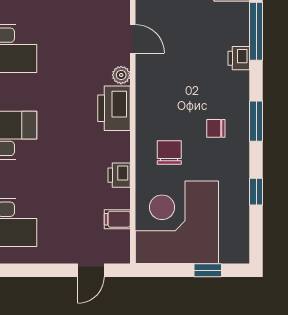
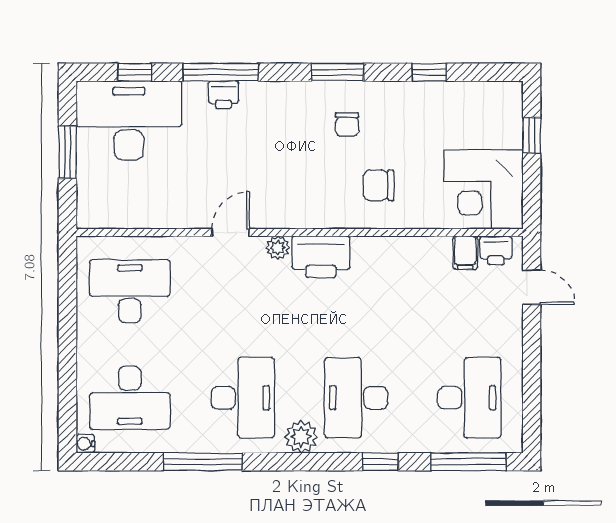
printer: (239, 58) -> (223, 95), moved
printer: (119, 175) -> (496, 250), moved
corner desk: (177, 222) -> (483, 189), width x0.74, depth x0.74

